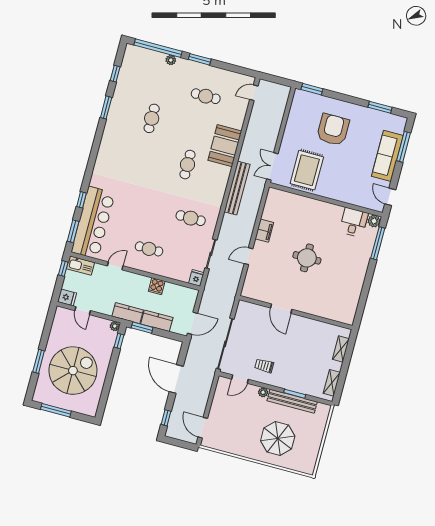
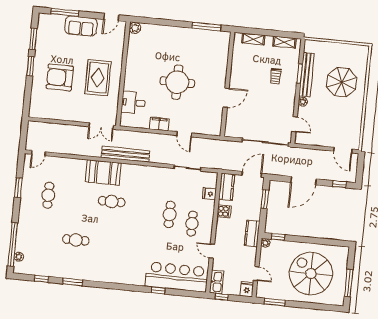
window: (200, 59) -> (18, 188), moved
plant: (171, 60) -> (19, 257), moved
window: (312, 89) -> (30, 66), moved
door: (254, 93) -> (38, 153), hinge flipped
booth: (225, 146) -> (103, 173), moved
sofa: (387, 156) -> (81, 26), width x0.73
rug: (307, 170) -> (98, 78), moved, turned 90
cafe table: (191, 218) -> (170, 214), moved
desk: (354, 222) -> (133, 103), moved
window: (73, 231) -> (187, 293), removed
window: (378, 243) -> (206, 27), moved
round table: (307, 258) -> (177, 82), width x1.36, depth x1.36
fridge: (196, 278) -> (209, 194), moved
door: (83, 311) -> (256, 274), hinge flipped
kitchen counter: (157, 321) -> (227, 187), moved, turned 180
door: (192, 323) -> (252, 174), hinge flipped
window: (142, 328) -> (265, 199), moved
window: (39, 361) -> (275, 302), moved
trolley: (264, 366) -> (276, 76), moved
door: (203, 428) -> (343, 150), hinge flipped

